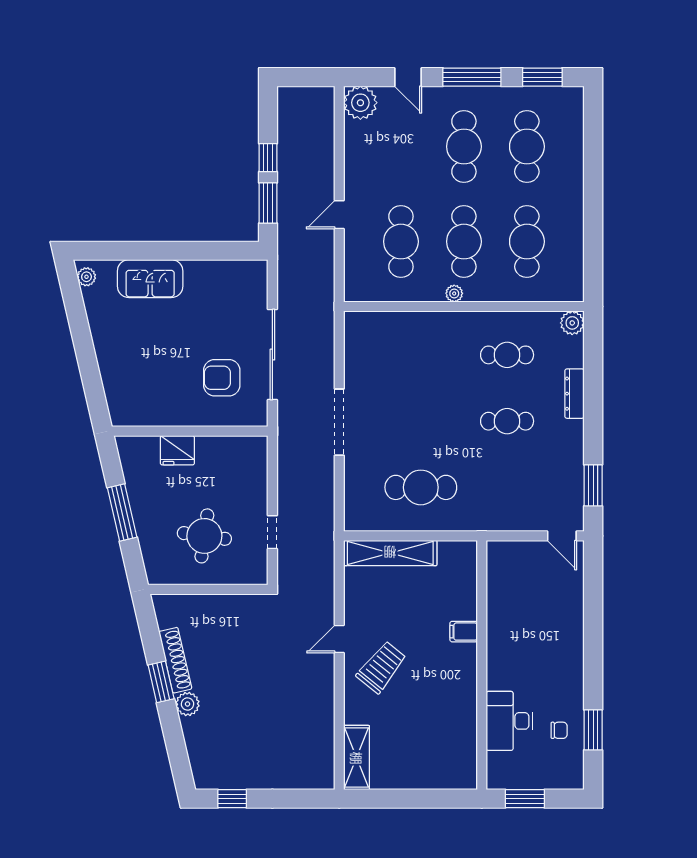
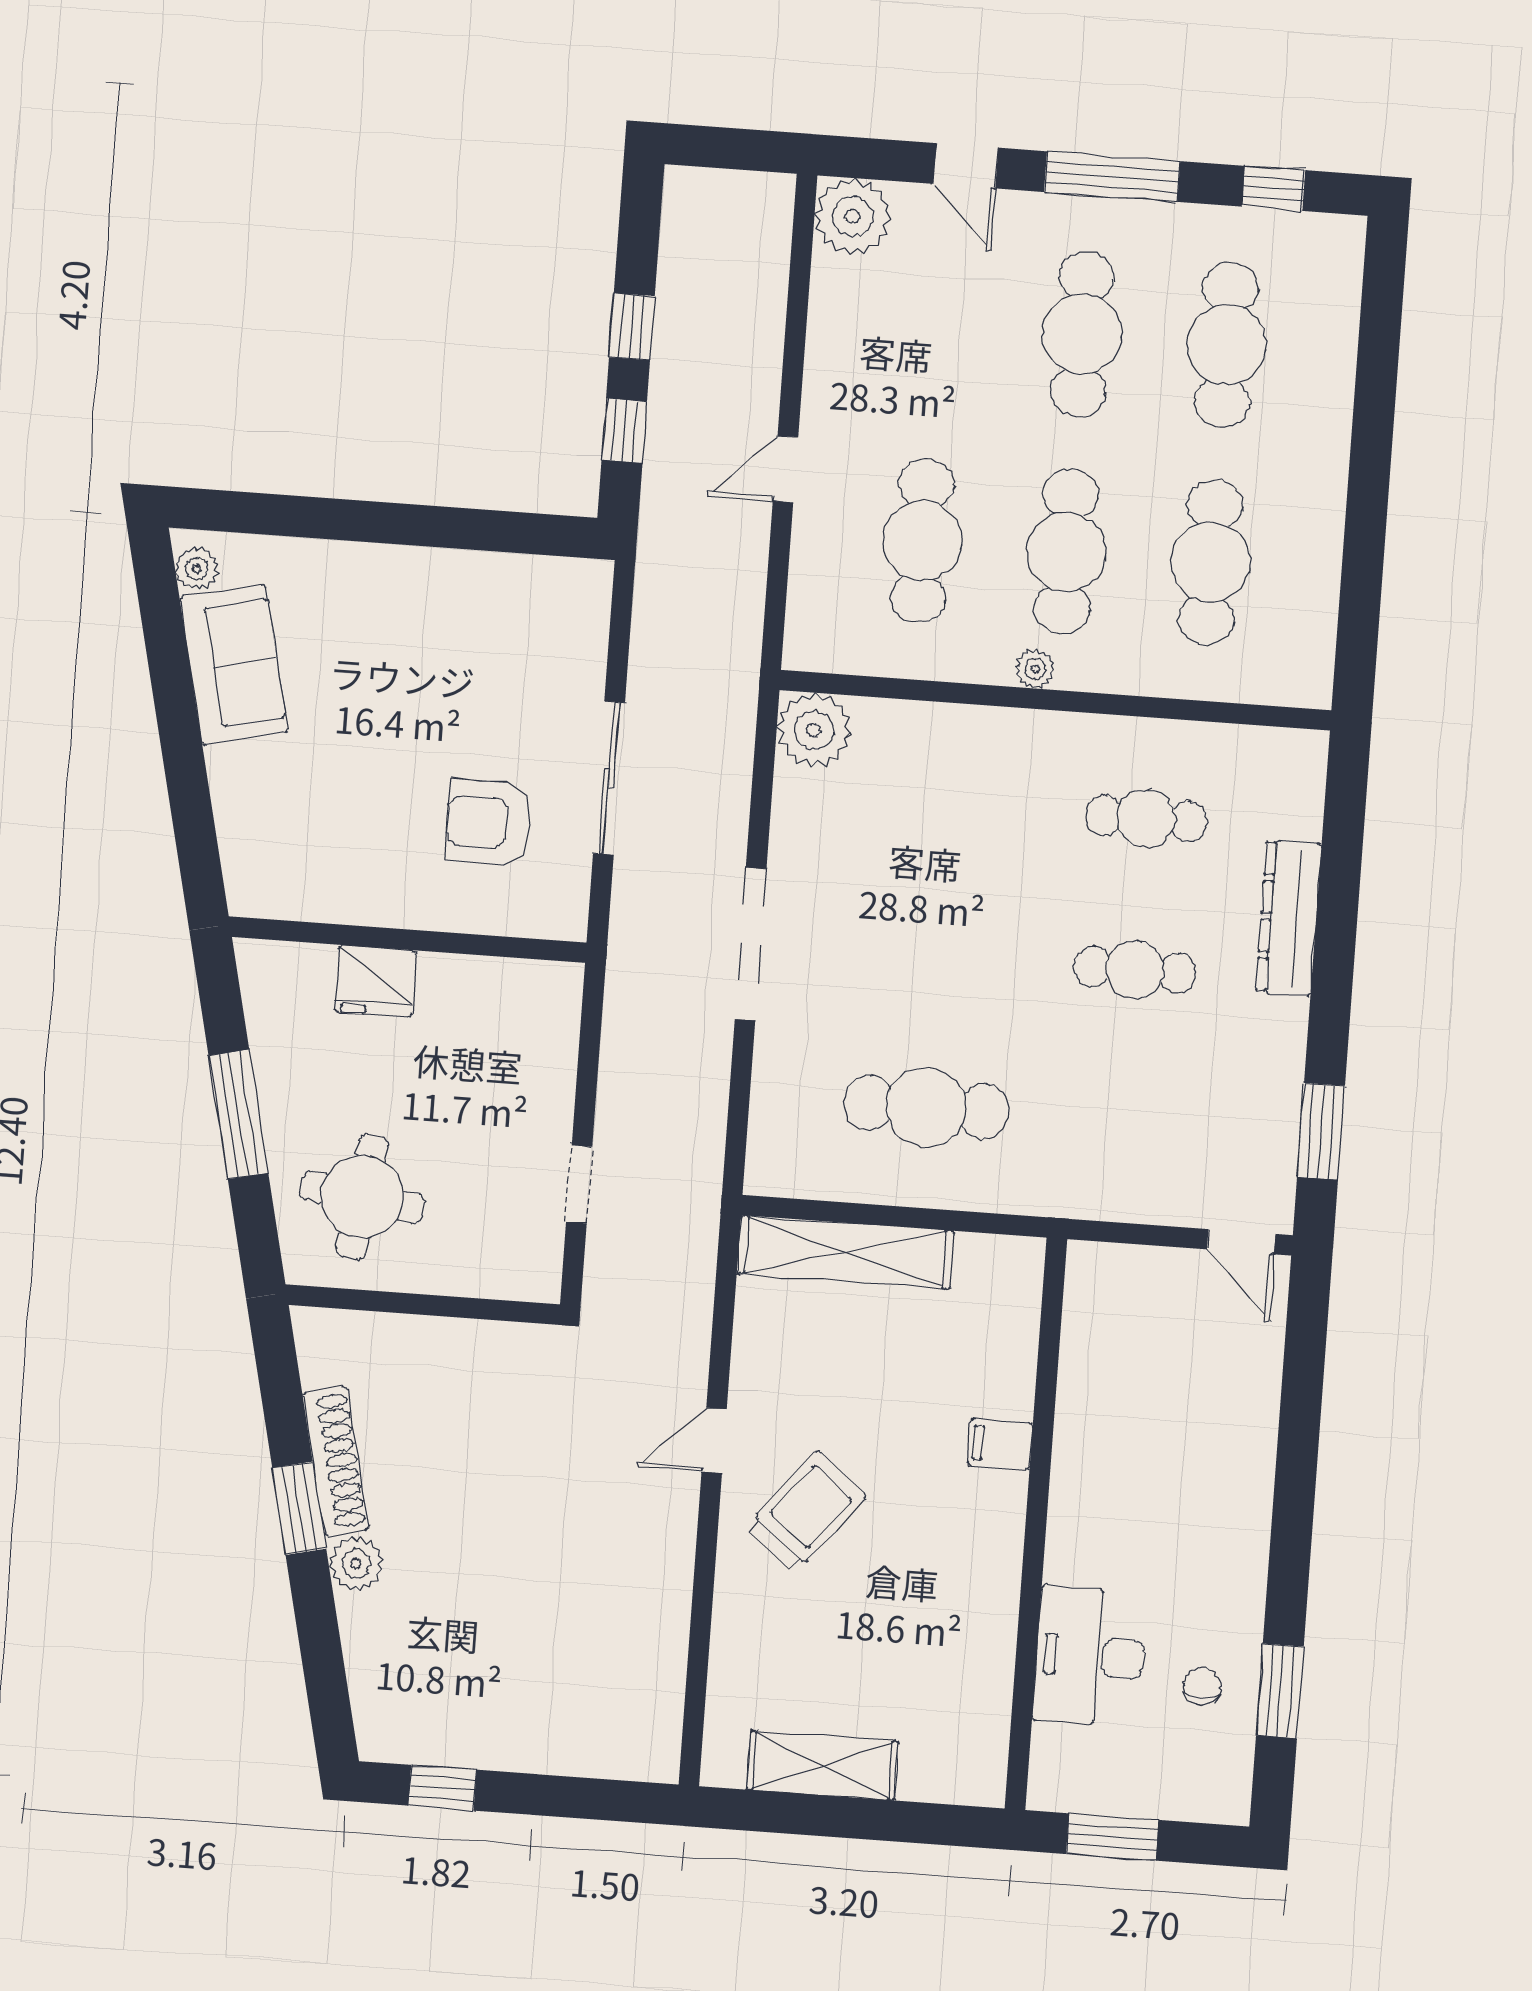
window: (542, 77) -> (1274, 188), width x0.67
window: (268, 203) -> (624, 431), width x0.67
sofa: (150, 279) -> (234, 665), moved, turned -103
plant: (572, 323) -> (814, 730), moved, width x1.36, depth x1.36
sliding door: (272, 355) -> (609, 778), width x0.73
dresser: (575, 394) -> (1289, 918), width x1.37, depth x1.24
round table: (204, 536) -> (362, 1197), moved
chair: (559, 730) -> (1202, 1686), turned -90
shelving: (357, 758) -> (823, 1766), moved, turned 90

